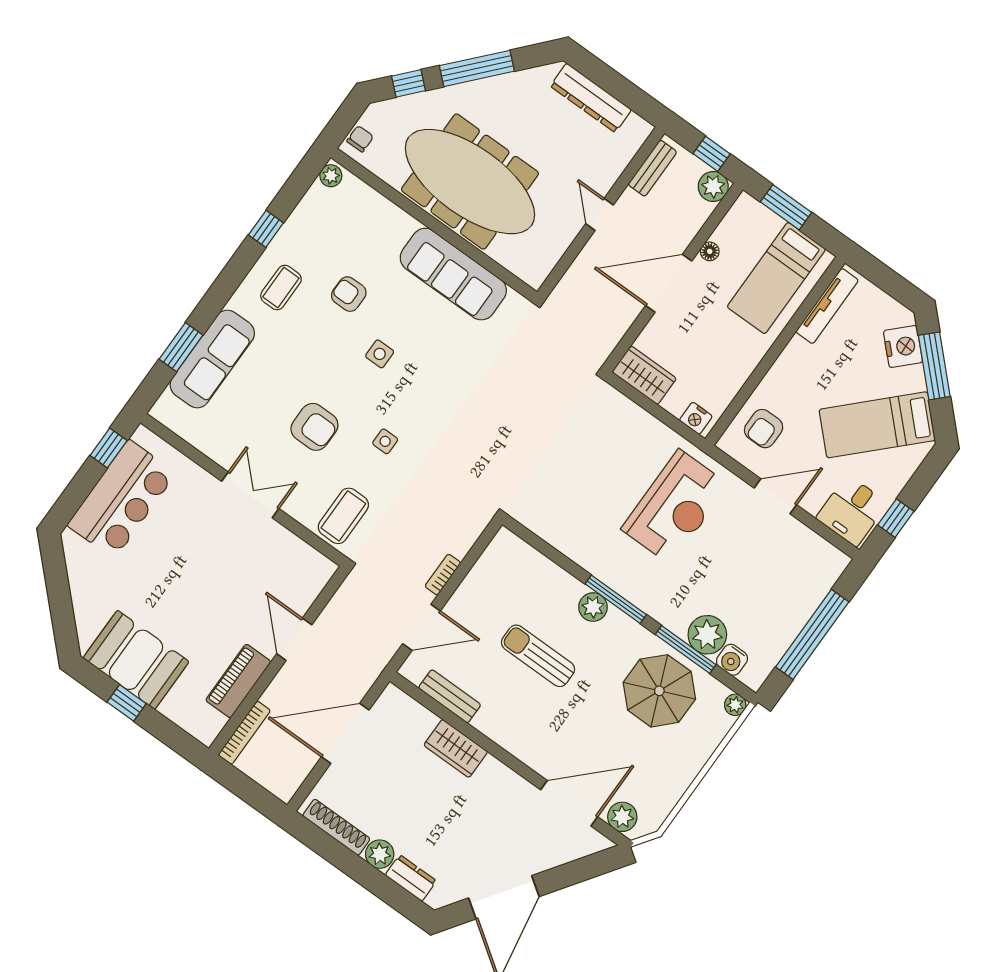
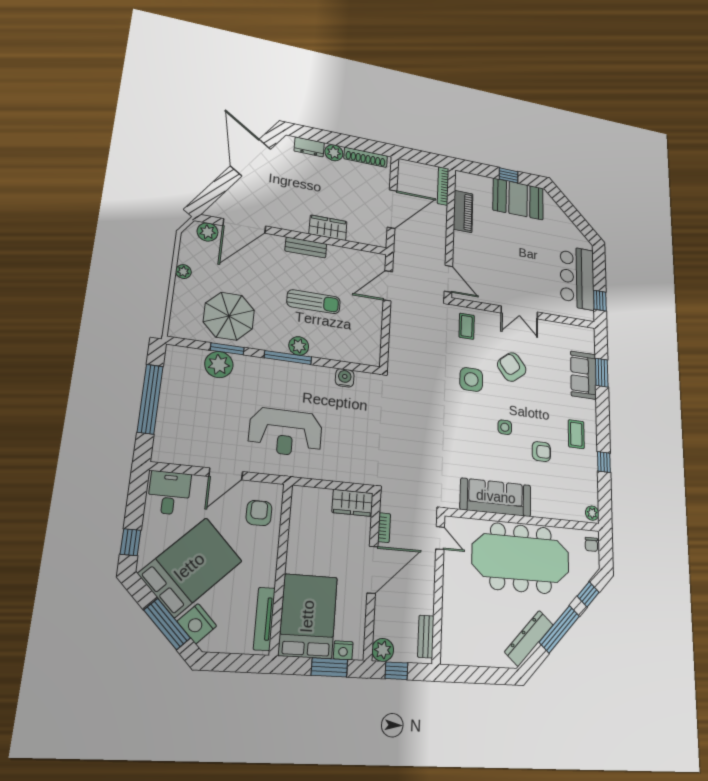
dresser: (591, 98) -> (529, 638), moved, turned -48
door: (600, 214) -> (440, 538), moved
floor lamp: (710, 251) -> (360, 606), removed
bed: (776, 278) -> (308, 616), width x1.50
sofa: (212, 359) -> (583, 375), width x0.73
nightstand: (696, 418) -> (343, 650), moved, turned 180
bed: (877, 425) -> (190, 567), width x1.50
armchair: (314, 427) -> (512, 367), turned 52
side table: (385, 441) -> (471, 379), width x1.87, depth x1.87
reception desk: (675, 507) -> (286, 432), turned -90
coffee table: (343, 516) -> (467, 326), width x0.73, depth x0.77
window: (896, 518) -> (130, 542), moved
bookcase: (443, 575) -> (384, 528), moved
door: (294, 639) -> (448, 279), moved
window: (686, 650) -> (227, 349), width x0.69
water cooler: (732, 660) -> (345, 378), moved
bench: (450, 696) -> (306, 247), moved
plant: (735, 705) -> (183, 272), moved

